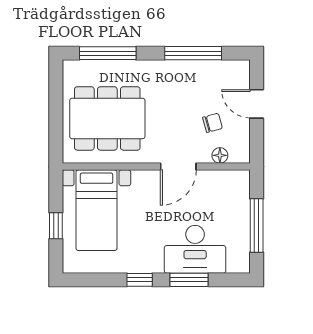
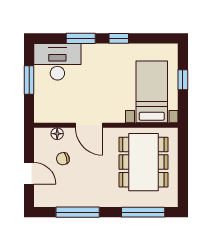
dining table: (107, 118) -> (143, 162), turned 90
door: (178, 166) -> (89, 125), swing flipped
window: (257, 226) -> (29, 80), width x0.69
desk: (195, 249) -> (57, 62), moved

